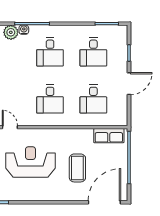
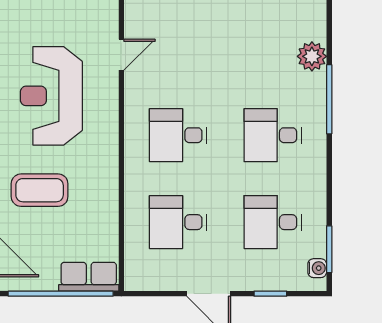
water cooler: (24, 30) -> (317, 268), moved
row of seats: (109, 136) -> (89, 277), moved, turned 90
reception desk: (30, 162) -> (51, 96), turned 180

